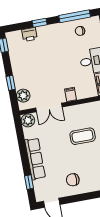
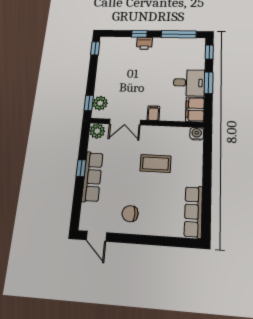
chair: (80, 31) -> (181, 50), removed
printer: (29, 34) -> (144, 43), moved
window: (11, 83) -> (89, 103), moved
window: (29, 182) -> (81, 168), moved

